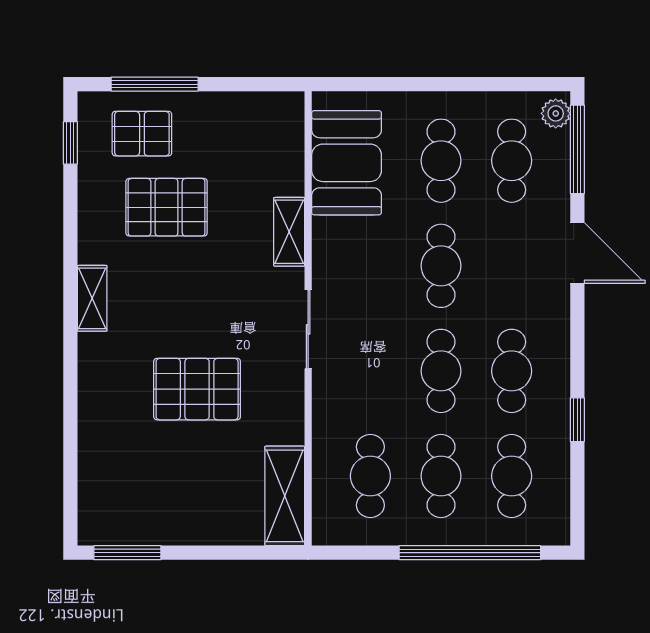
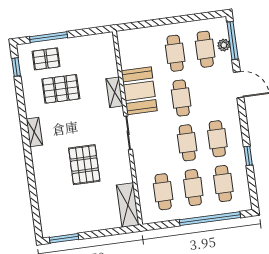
plant: (556, 113) -> (224, 45), moved
booth: (347, 163) -> (139, 91), moved
pallet: (197, 389) -> (84, 165), turned 90

